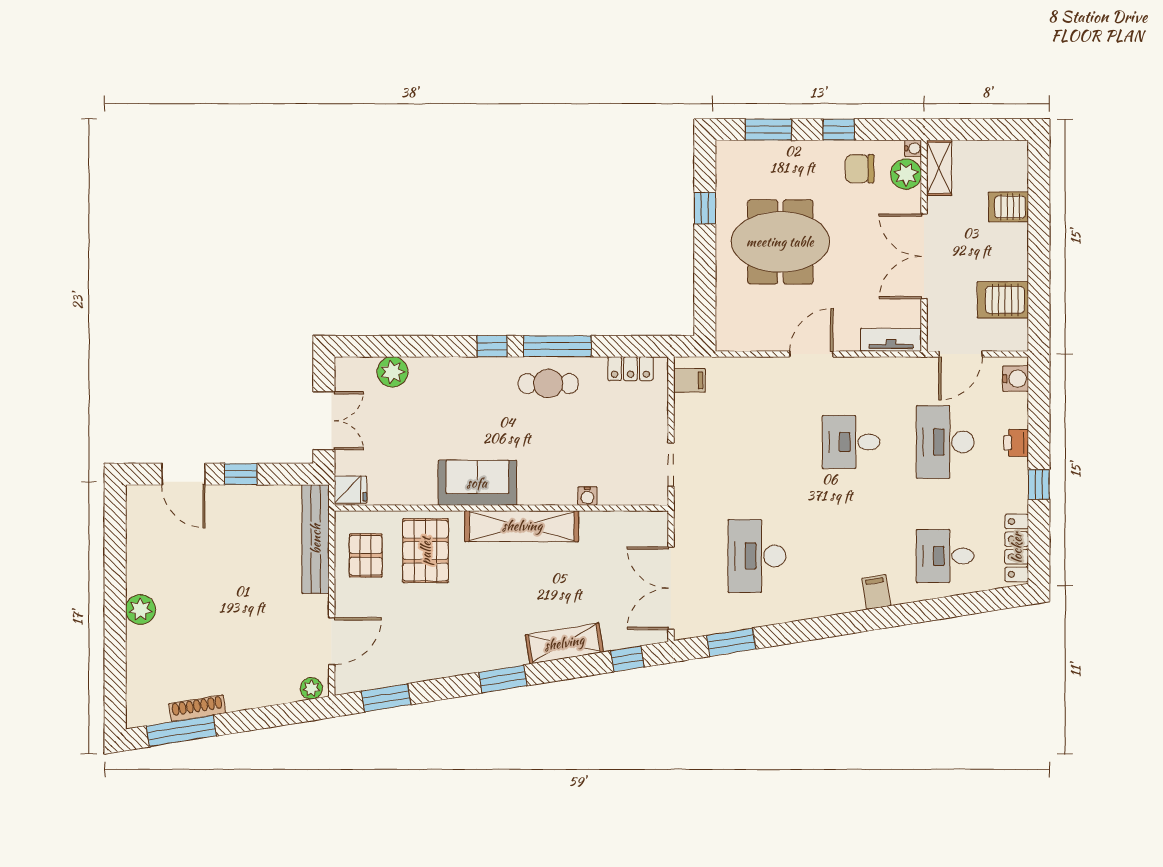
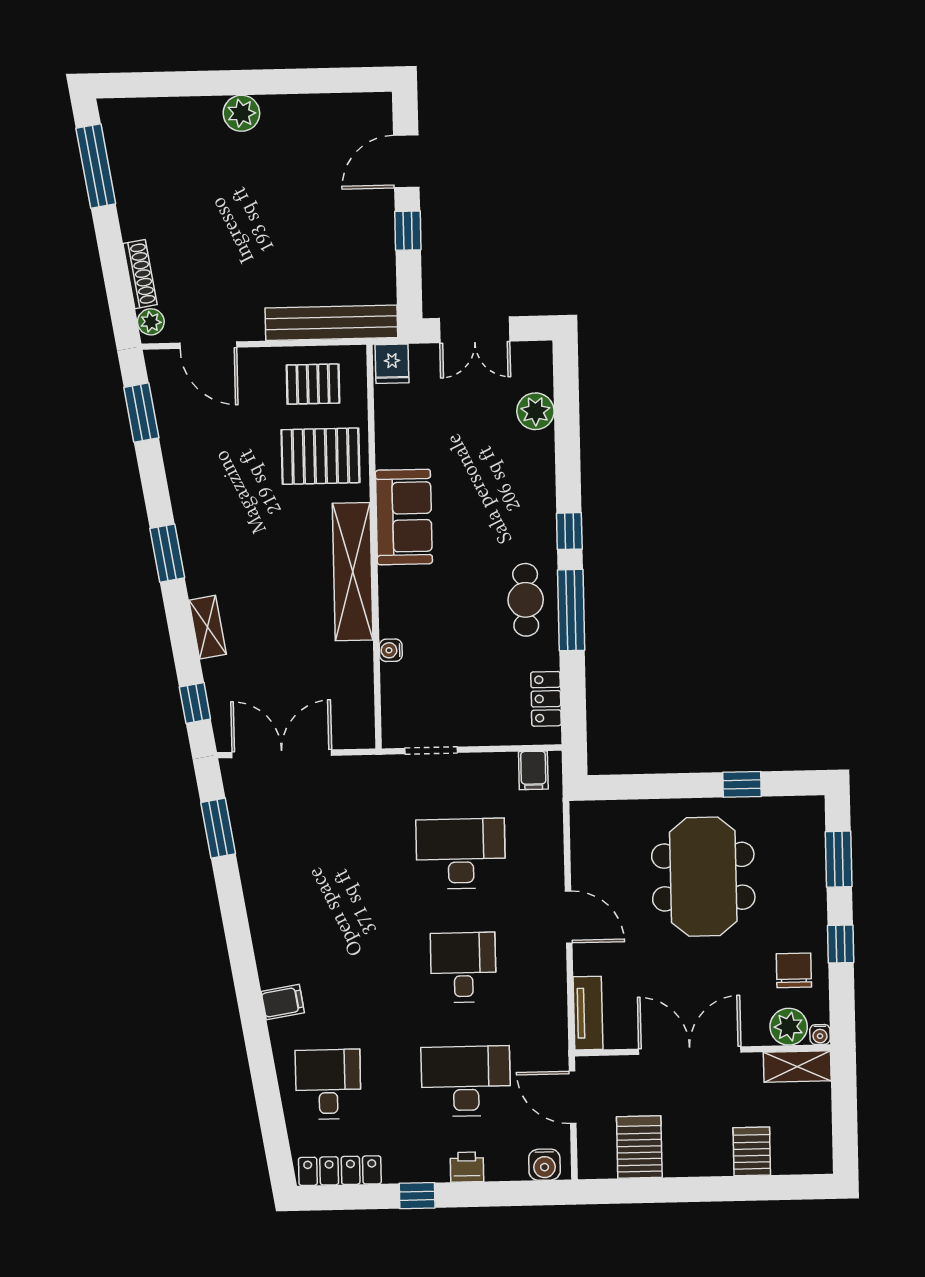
desk: (757, 556) -> (461, 854), moved
shelving: (564, 643) -> (208, 627), width x0.67, depth x0.75
shoe rack: (197, 708) -> (140, 274), moved

